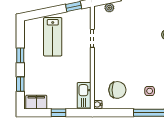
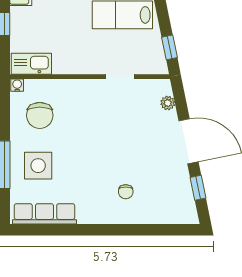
side table: (150, 91) -> (38, 166), width x1.87, depth x1.87

